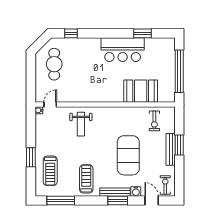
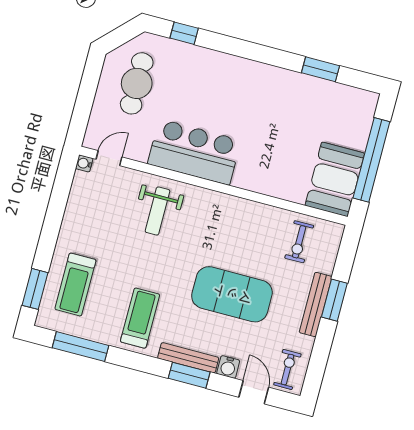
bar counter: (123, 50) -> (194, 152), moved, turned 180
booth: (141, 91) -> (335, 179), moved, turned 90
exercise mat: (128, 155) -> (232, 294), turned 90
window: (31, 157) -> (35, 289), moved

